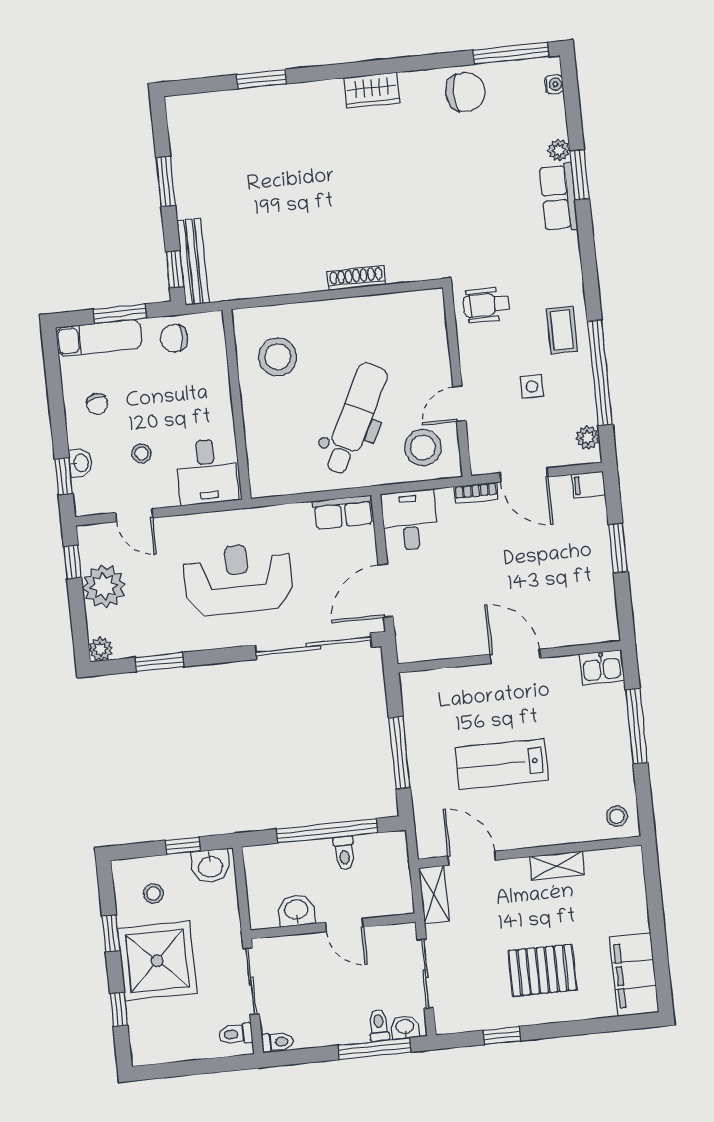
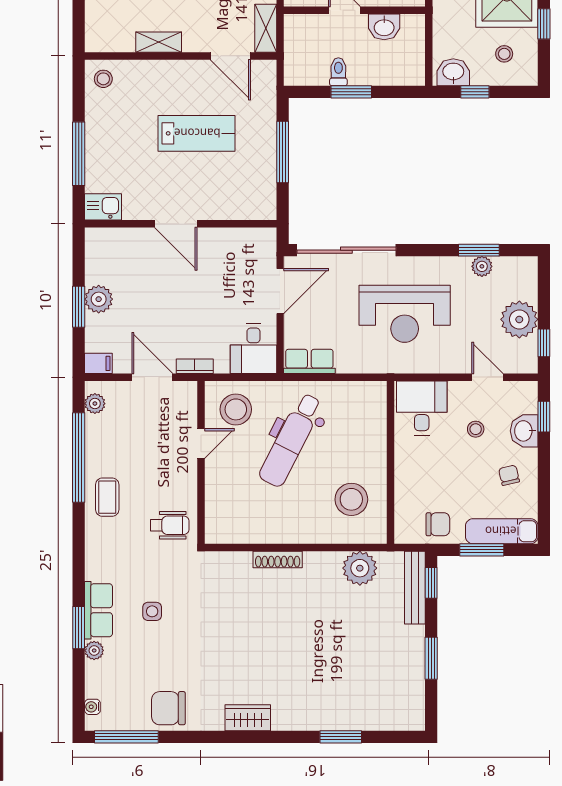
plant: (260, 278) -> (360, 568), added
side table: (532, 386) -> (152, 611), moved
washbasin: (80, 463) -> (524, 431), width x1.38, depth x1.45
plant: (596, 559) -> (99, 299), added
plant: (101, 649) -> (482, 266), moved
window: (327, 831) -> (351, 92), width x0.47

